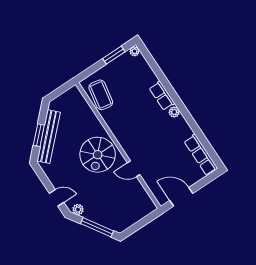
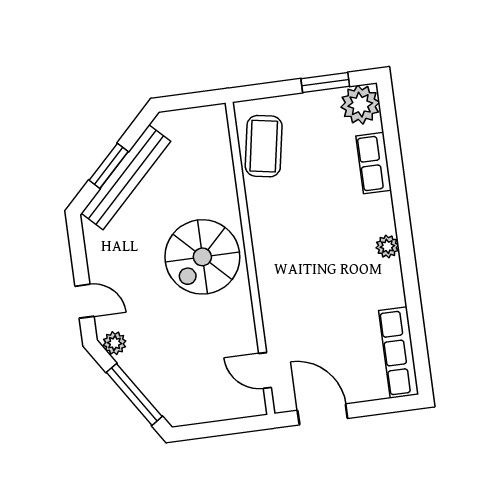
plant: (135, 51) -> (360, 105), width x1.88, depth x1.88
row of seats: (162, 96) -> (374, 163), moved
door: (134, 169) -> (265, 370), moved

